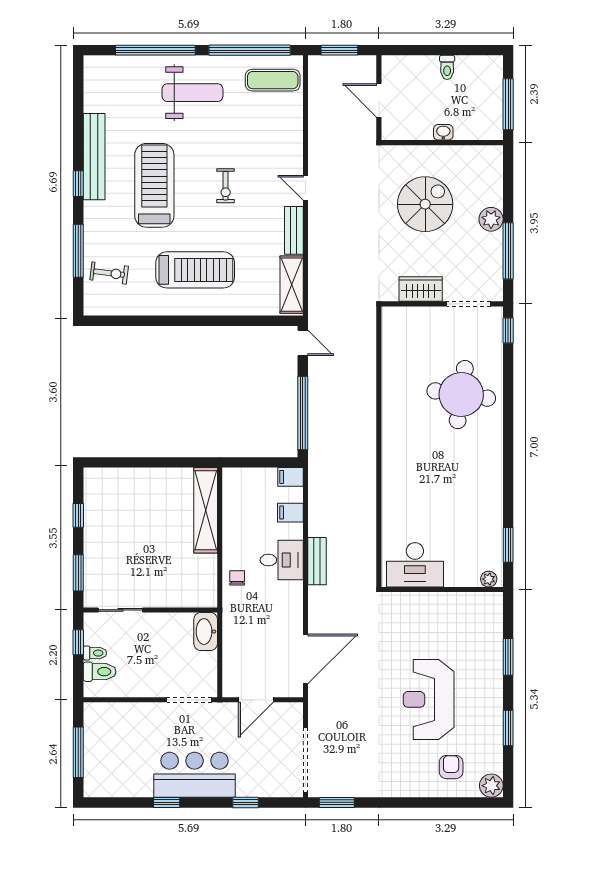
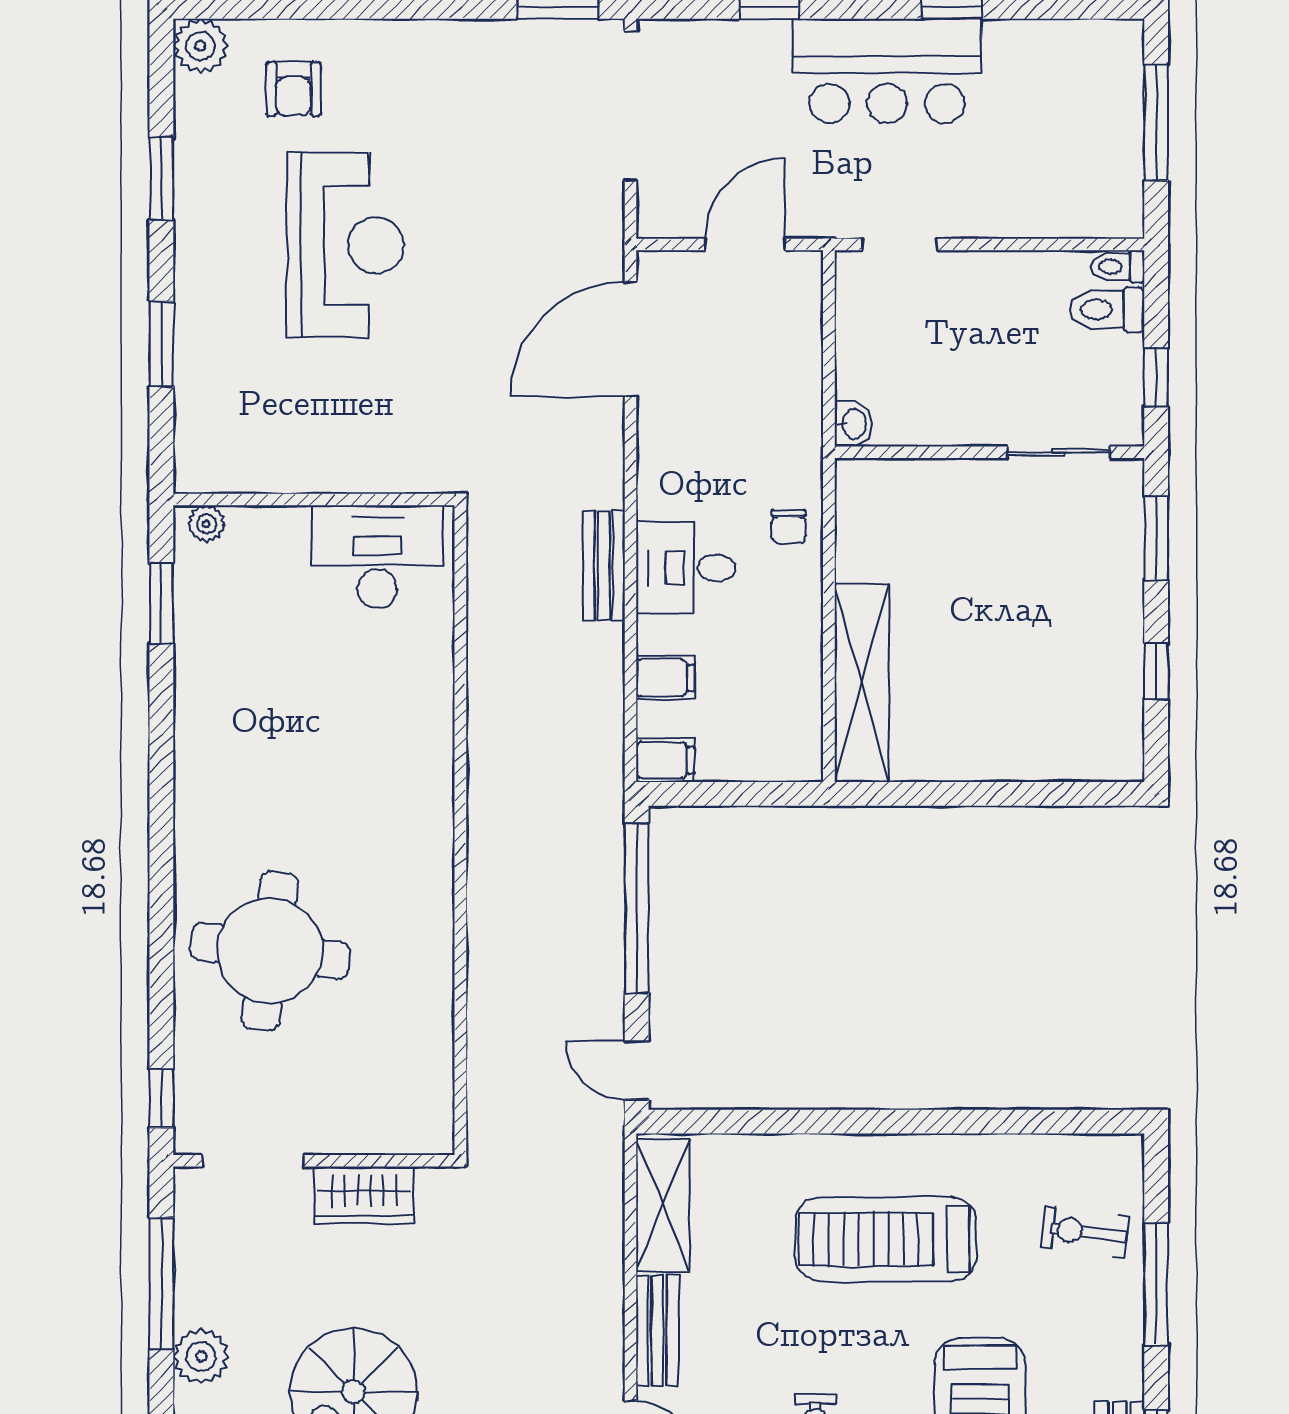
washbasin: (206, 632) -> (853, 424), width x0.52, depth x0.69
toilet: (95, 653) -> (1118, 267), moved
doorway: (189, 700) -> (900, 244), width x0.73

